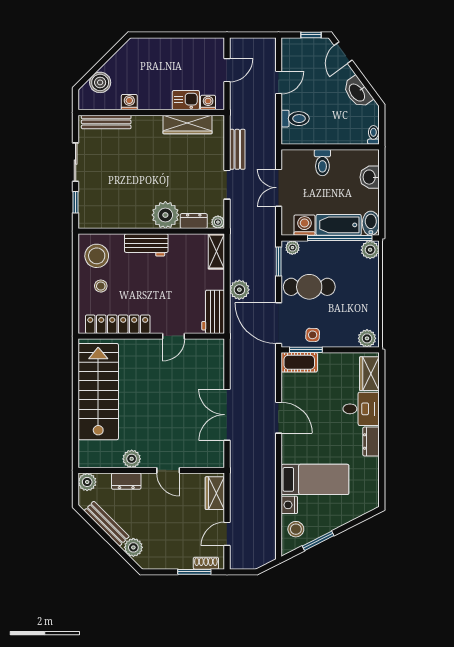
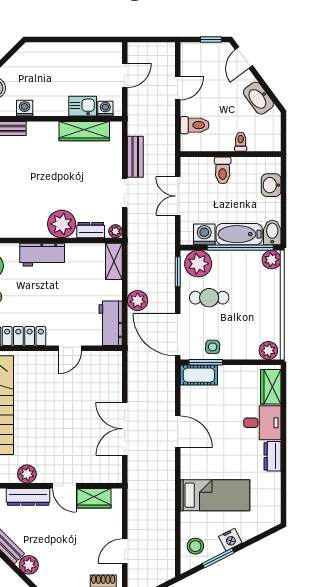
toilet: (373, 135) -> (241, 142), moved
plant: (292, 248) -> (198, 264), width x1.87, depth x1.87
cafe table: (309, 287) -> (209, 298), width x0.73, depth x0.74
dresser: (126, 481) -> (28, 497), width x1.44
wardrobe: (215, 493) -> (94, 498), moved, turned -90
nightstand: (289, 505) -> (230, 540), moved, turned -117

